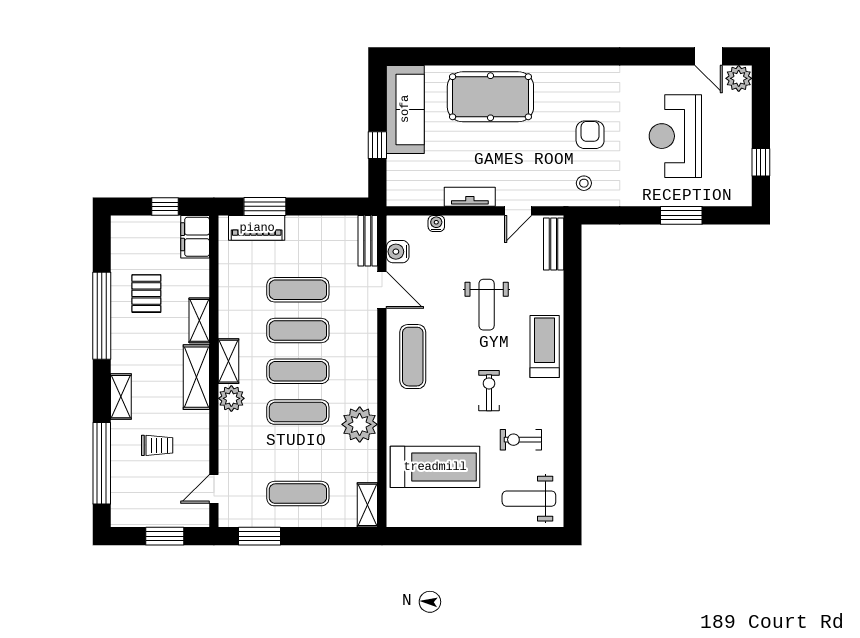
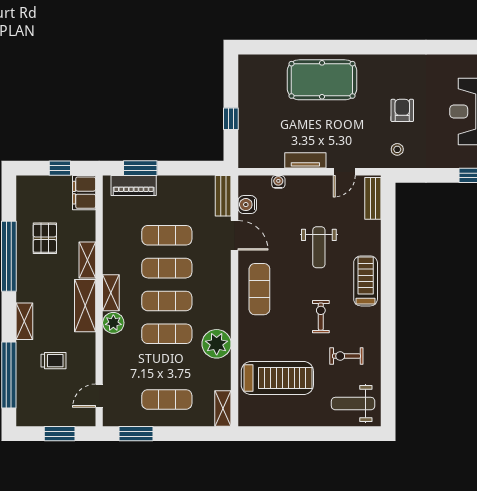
sofa: (405, 109) -> (253, 90), removed

